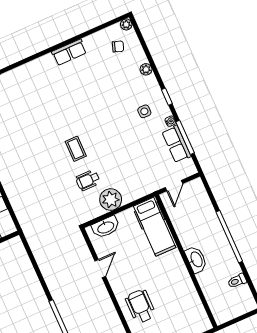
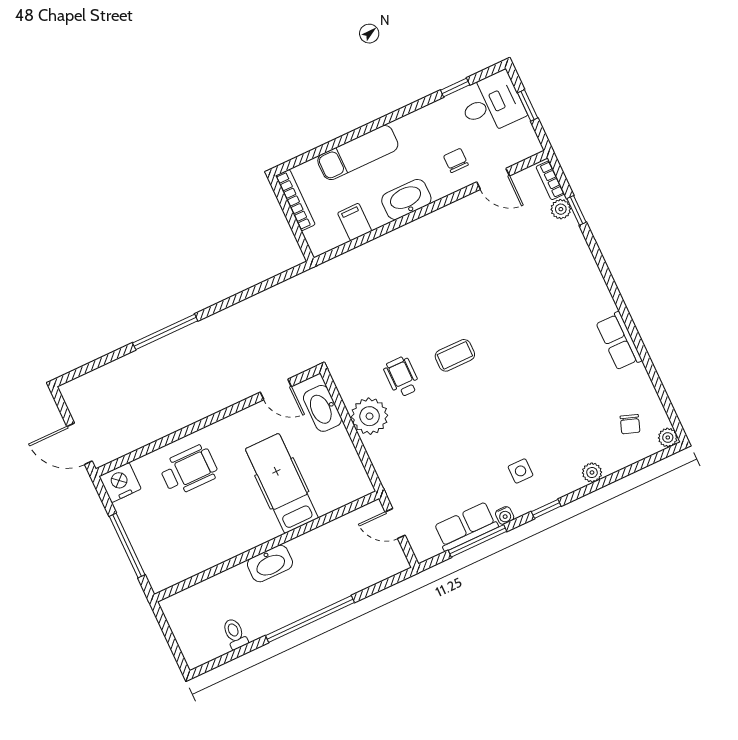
hospital bed: (155, 227) -> (282, 483), moved, turned 90
door: (100, 269) -> (276, 389), moved

